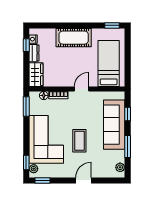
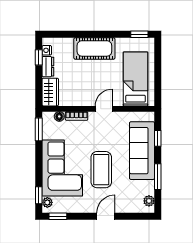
coffee table: (79, 141) -> (101, 170), width x1.36, depth x1.32

